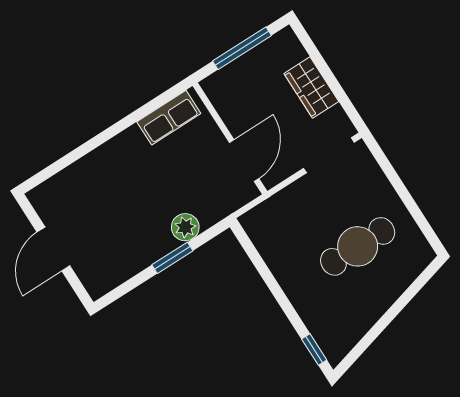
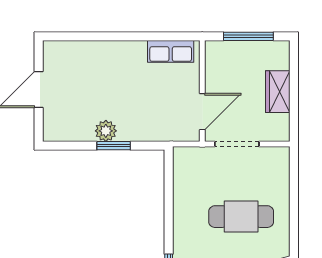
doorway: (329, 155) -> (237, 144), moved
plant: (185, 227) -> (106, 131), moved

